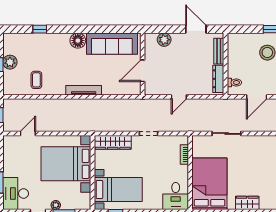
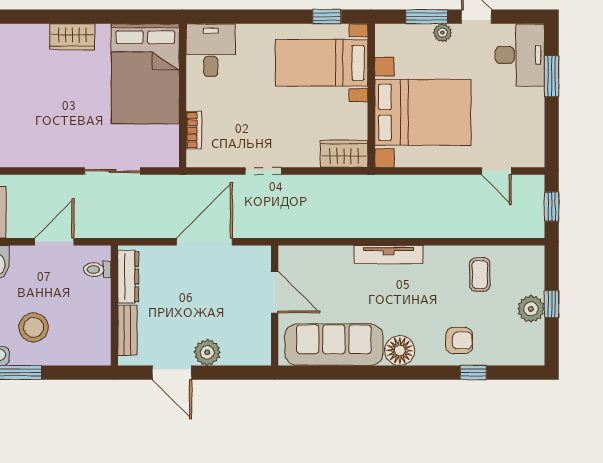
plant: (164, 40) -> (207, 352), moved
armchair: (47, 46) -> (459, 340), added
door: (143, 71) -> (275, 292), hinge flipped
door: (179, 97) -> (204, 242), width x1.87
door: (28, 133) -> (496, 171), hinge flipped
wardrobe: (113, 142) -> (344, 154), width x0.67

